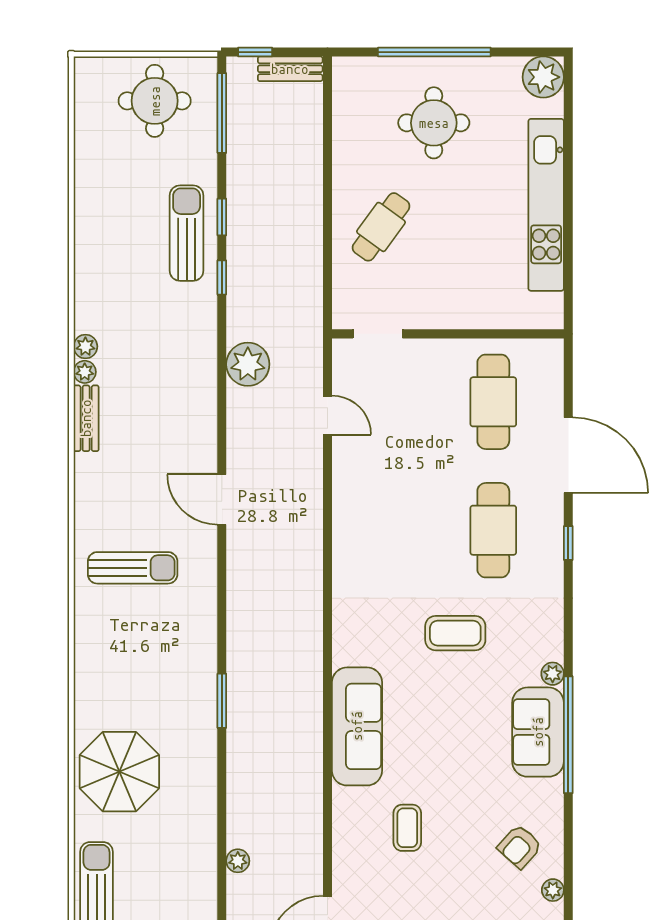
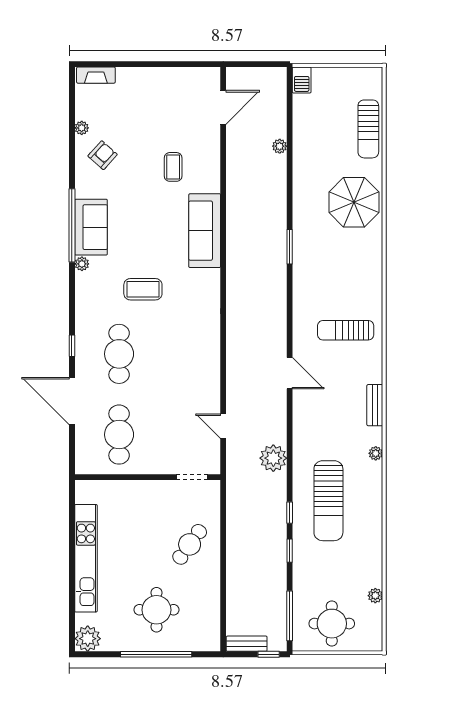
sun lounger: (187, 233) -> (328, 501), moved, width x1.36, depth x1.34
plant: (85, 346) -> (375, 596), moved
bench: (86, 418) -> (375, 405), moved

